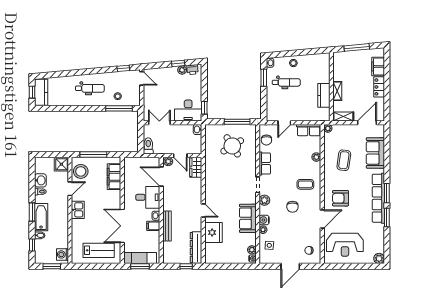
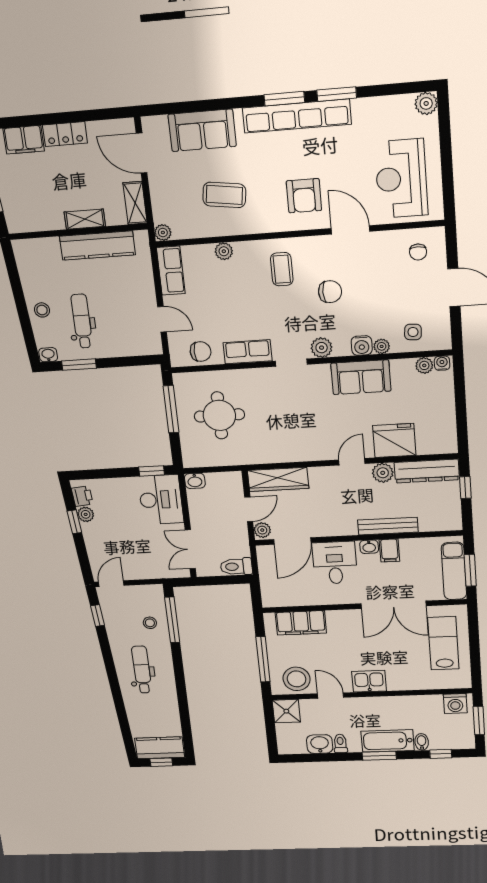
kitchen counter: (324, 95) -> (97, 245), width x1.50
round table: (232, 146) -> (219, 415), turned 32
wardrobe: (196, 167) -> (278, 479), width x1.50
plant: (196, 226) -> (383, 473), added
reception desk: (345, 245) -> (401, 179), turned 180

